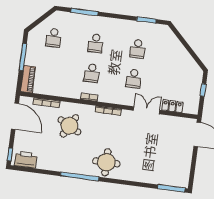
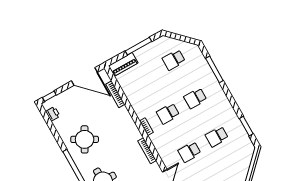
door: (15, 116) -> (84, 77), hinge flipped
round table: (69, 126) -> (85, 139), moved
printer: (26, 160) -> (53, 114), width x0.53, depth x0.68

